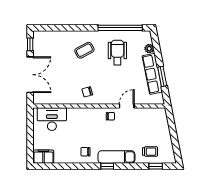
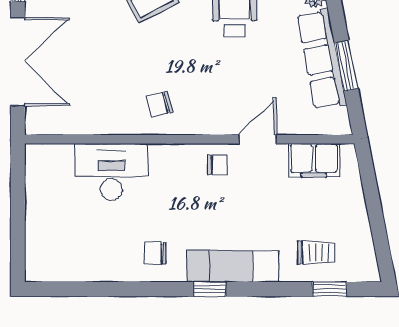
desk: (52, 119) -> (111, 172), moved
filing cabinet: (43, 157) -> (314, 160), moved, turned 180

